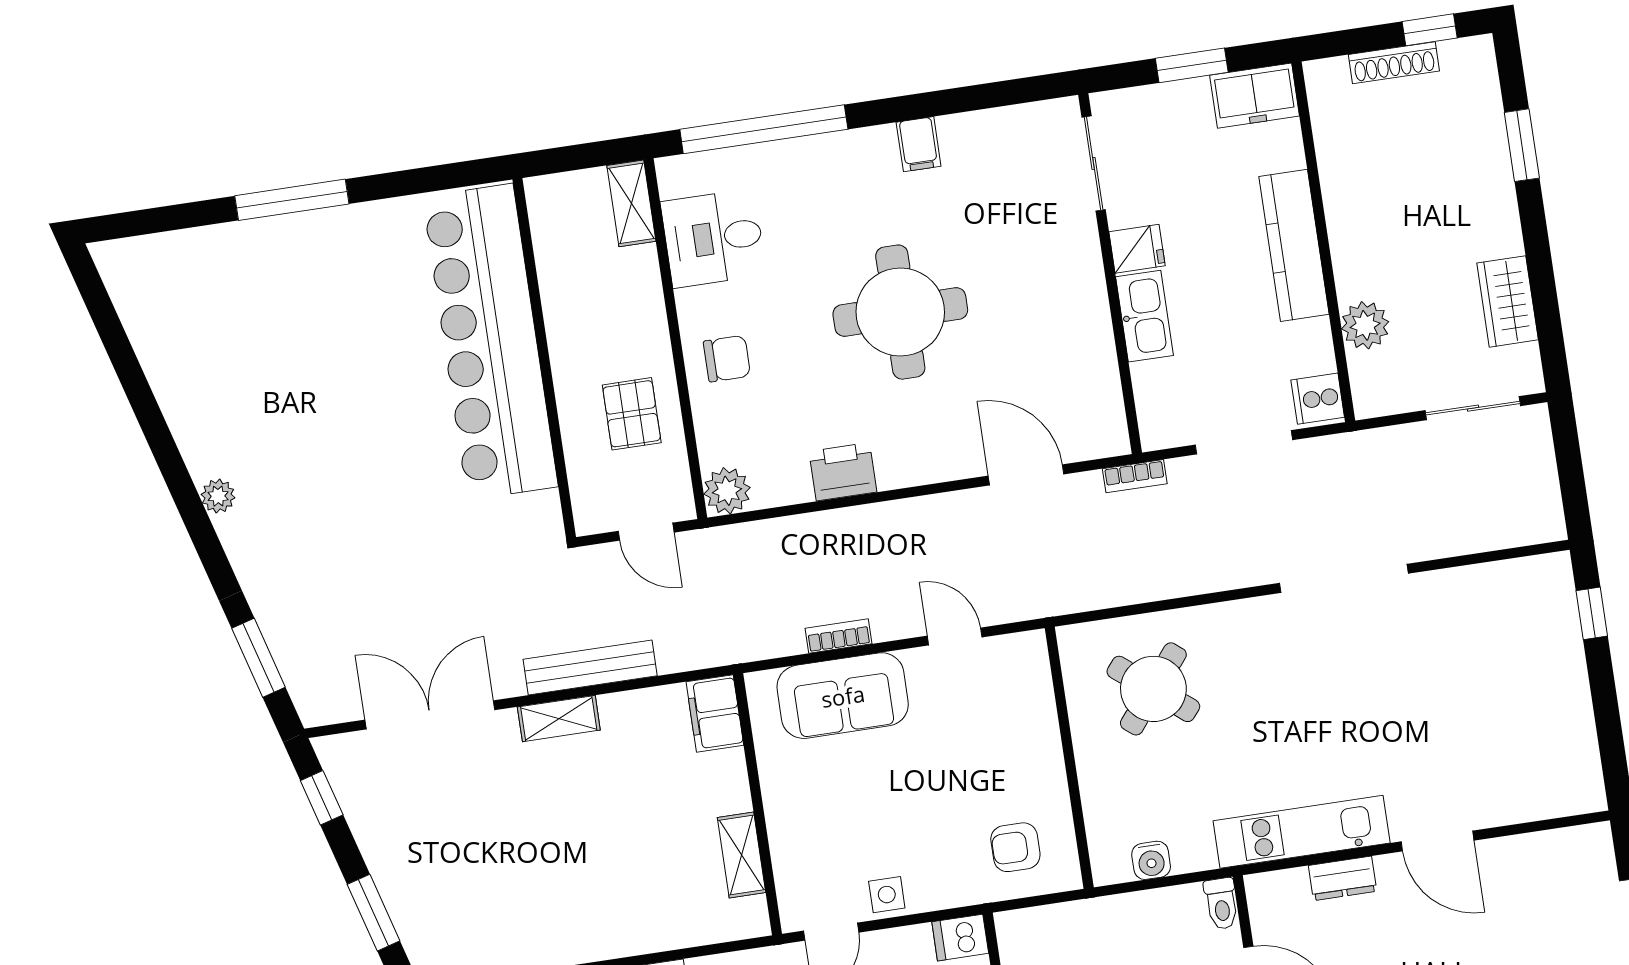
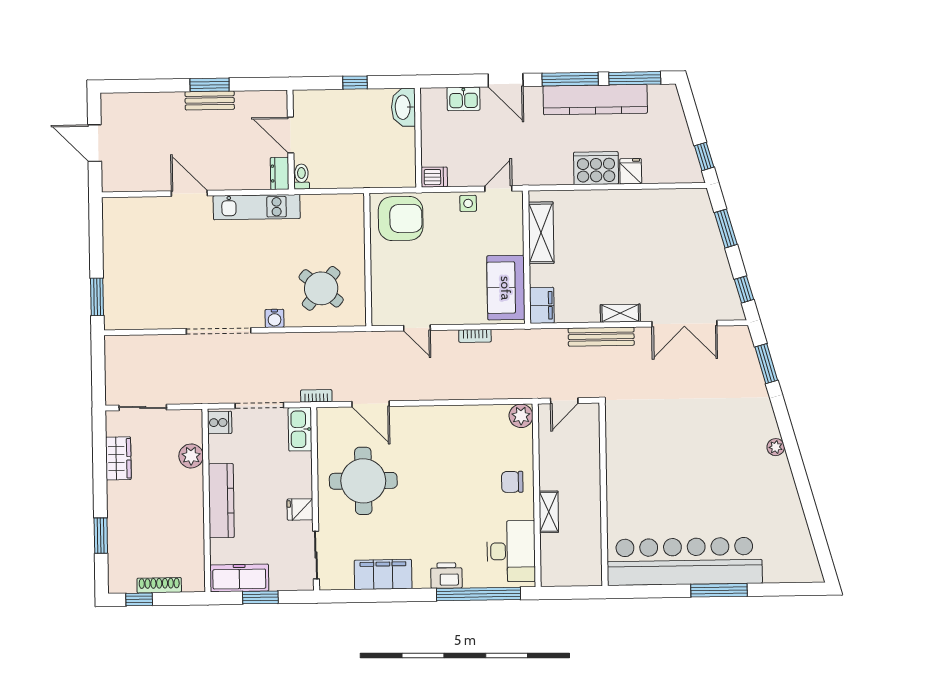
freezer: (1255, 96) -> (239, 578), width x1.40
filing cabinet: (919, 144) -> (383, 574), width x3.00, depth x1.17
shelving: (631, 203) -> (549, 512), moved
desk: (713, 238) -> (511, 551), width x1.37
round table: (900, 312) -> (363, 481), moved
kitchen sink: (1144, 316) -> (300, 429), moved
bar counter: (490, 342) -> (685, 561), moved, turned -90
pallet: (632, 414) -> (564, 461), removed
printer: (843, 472) -> (446, 576), moved, turned 180
door: (646, 532) -> (564, 401), swing flipped
window: (1592, 613) -> (97, 297), width x1.50
sofa: (843, 696) -> (506, 288), moved, turned -90
armchair: (1015, 847) -> (401, 218), width x1.88, depth x1.88
shelving: (742, 855) -> (541, 233), width x1.50, depth x1.33
water cooler: (1151, 860) -> (274, 318), moved, turned 180
dresser: (1343, 878) -> (280, 173), moved, turned -90

